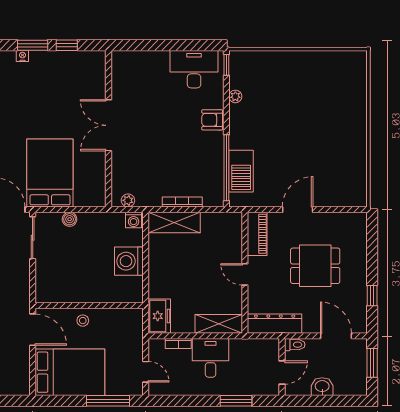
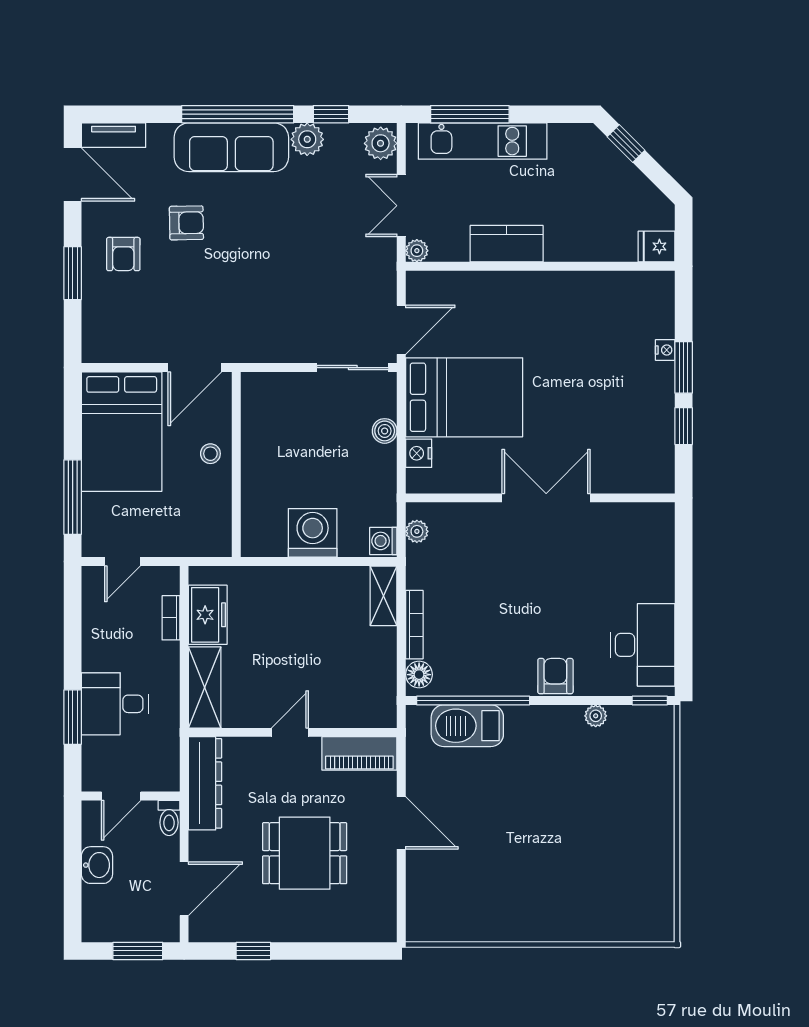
nightstand: (83, 199) -> (419, 453), added
floor lamp: (211, 199) -> (419, 675), added
shelving: (174, 222) -> (384, 596), width x0.67, depth x0.75
dining table: (315, 266) -> (305, 853), turned 90
freezer: (159, 316) -> (208, 615), moved, turned -90
desk: (211, 358) -> (115, 704), moved, turned 180
door: (282, 373) -> (121, 796), hinge flipped

